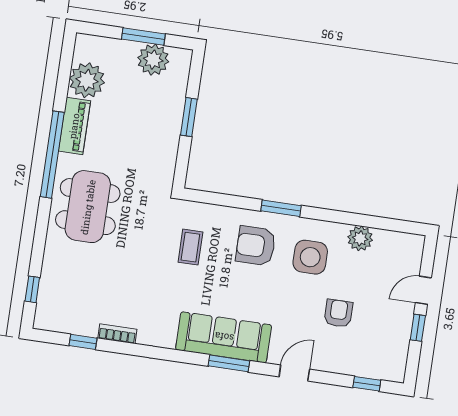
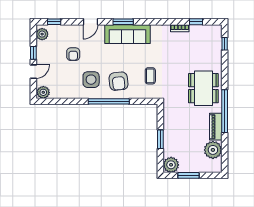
plant: (153, 60) -> (171, 165), moved
window: (281, 208) -> (109, 101), width x2.11
plant: (360, 238) -> (43, 92), moved
armchair: (256, 246) -> (118, 81), turned 84
plant: (395, 363) -> (42, 34), added

